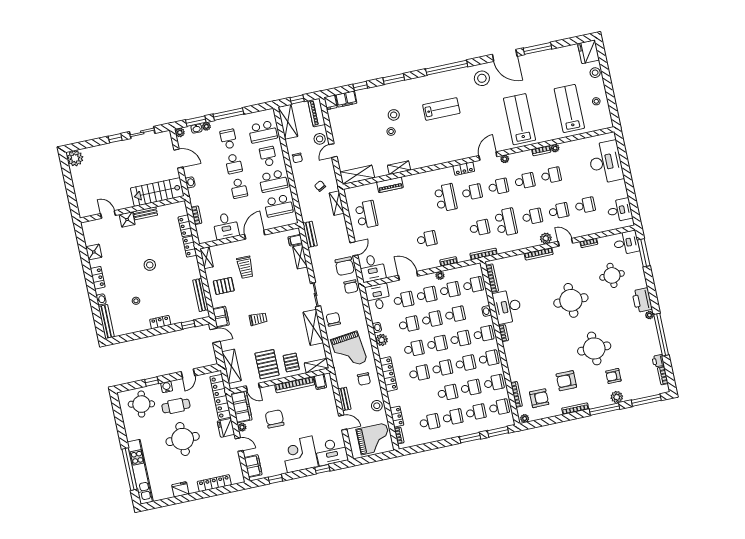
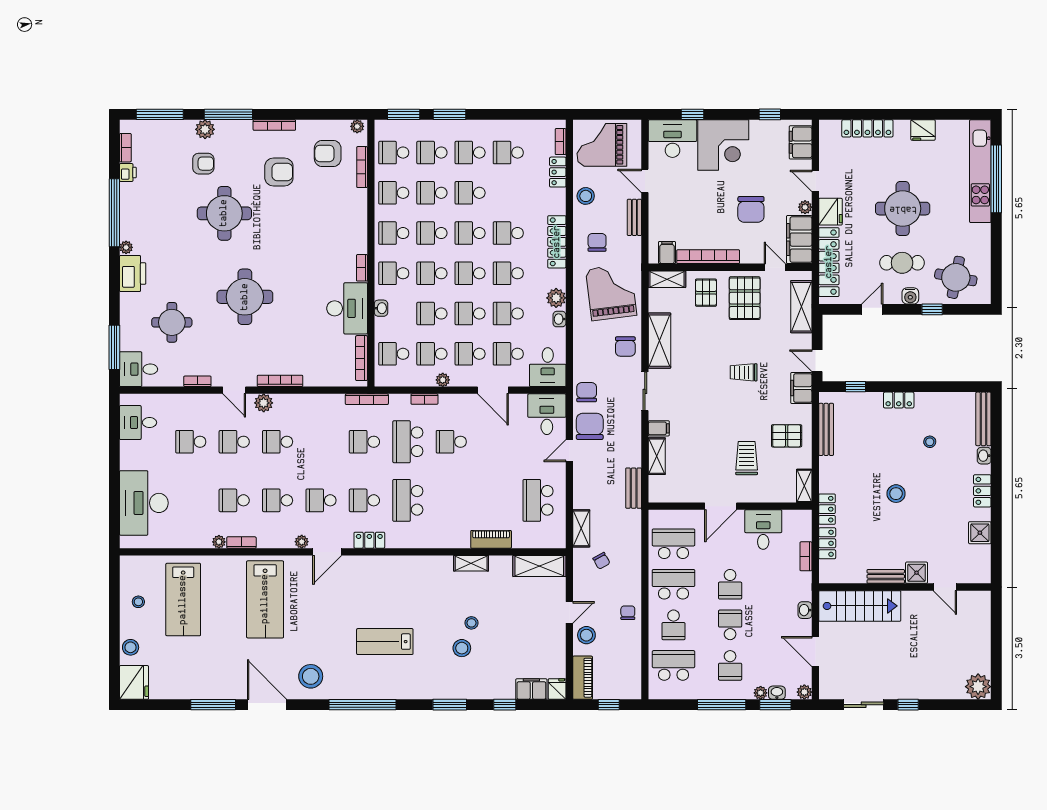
shelving: (288, 122) -> (631, 673), removed
school desk: (239, 188) -> (730, 584), turned 180
school desk: (506, 222) -> (408, 442), moved
filing cabinet: (295, 240) -> (659, 428), moved

